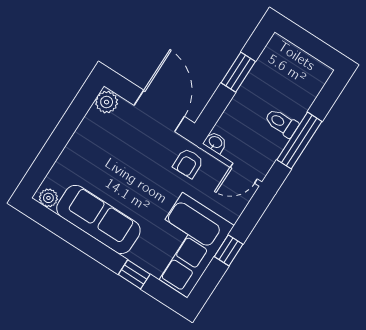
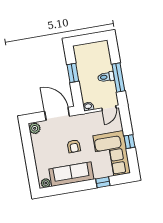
armchair: (188, 163) -> (74, 146), moved

